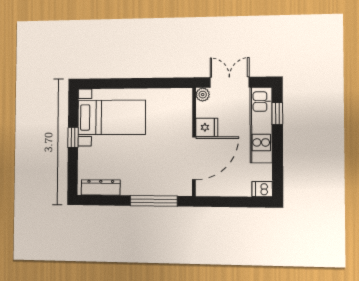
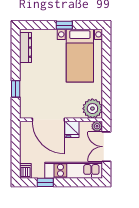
double door: (230, 82) -> (106, 147), swing flipped
plant: (180, 101) -> (92, 109), added
window: (277, 113) -> (45, 182), moved
window: (154, 201) -> (16, 89), width x0.46

